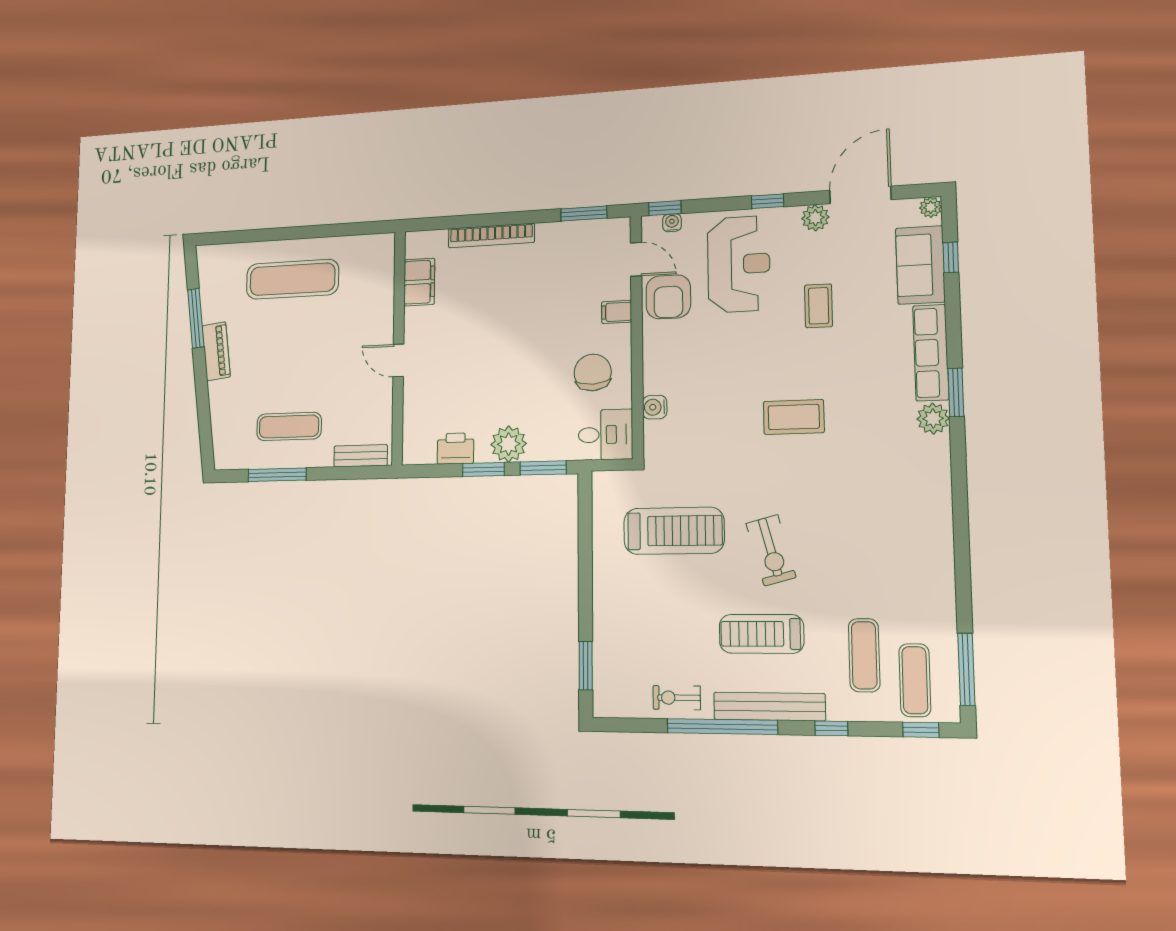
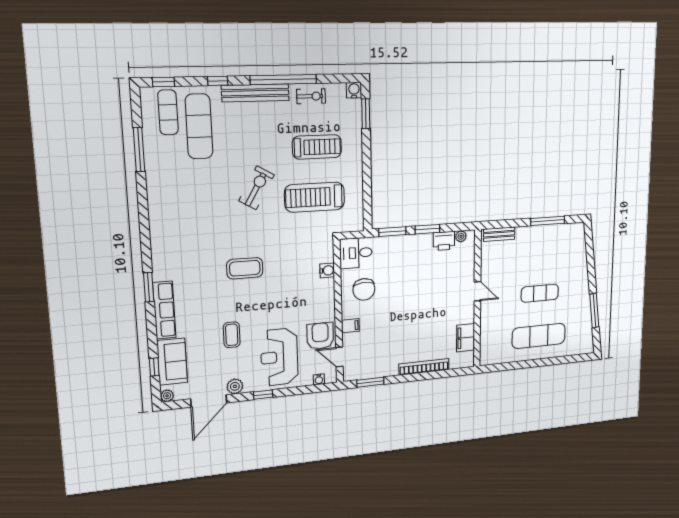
window: (665, 208) -> (323, 388), removed
piano: (216, 351) -> (583, 292), removed
plant: (933, 419) -> (162, 271), removed
exercise mat: (289, 426) -> (540, 293), moved
plant: (509, 444) -> (461, 236), moved, width x0.53, depth x0.53
exercise bike: (771, 550) -> (257, 188), turned 45
treadmill: (761, 634) -> (317, 147), moved
exercise mat: (864, 655) -> (199, 126), width x1.36, depth x1.45
window: (966, 669) -> (139, 150), moved
water cooler: (605, 705) -> (354, 90), added

